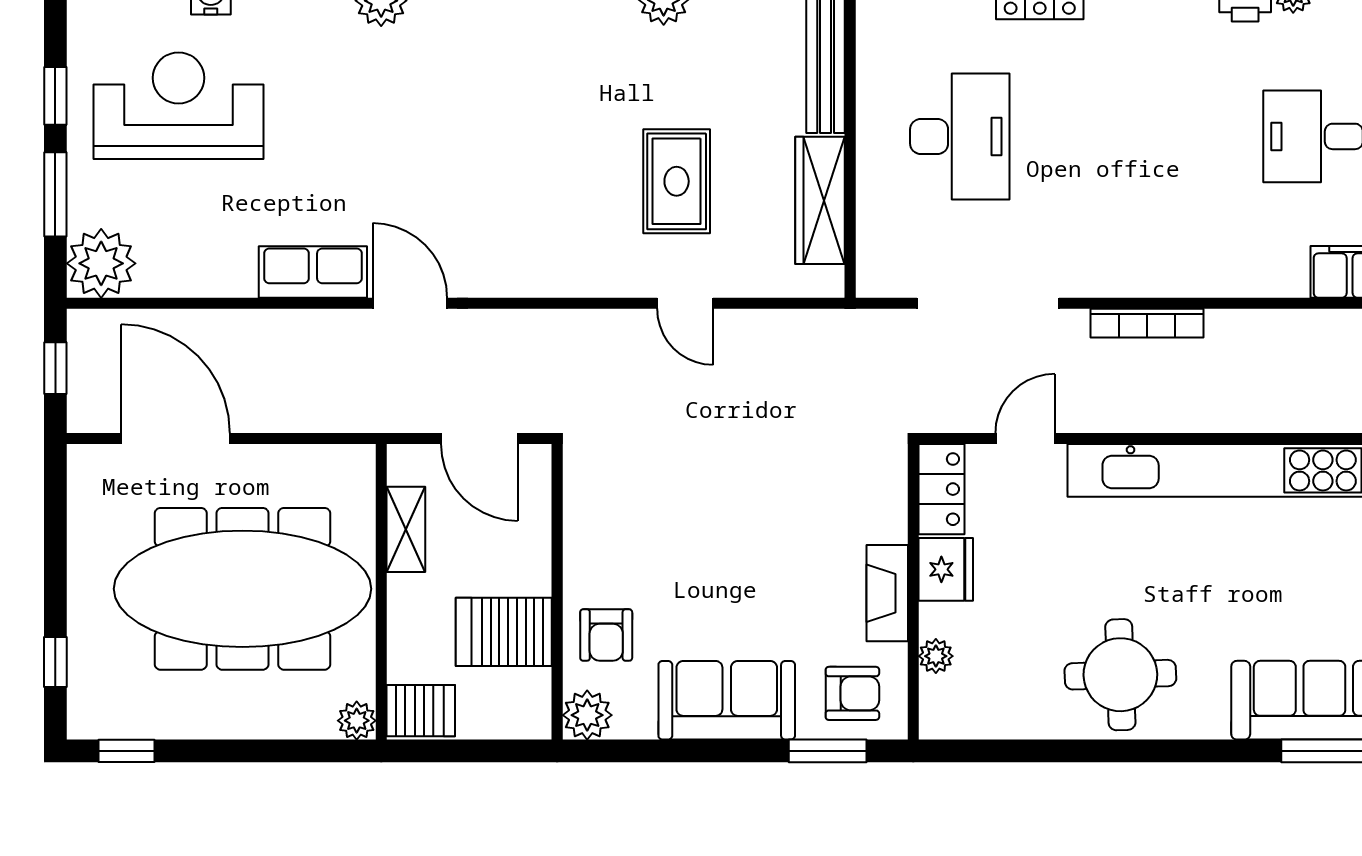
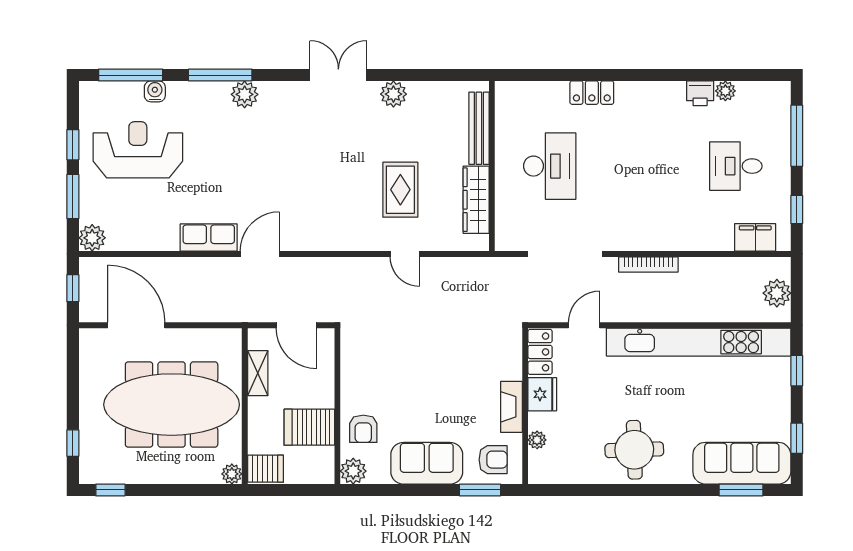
plant: (101, 263) -> (92, 238), width x0.73, depth x0.73
door: (410, 303) -> (260, 254), hinge flipped

